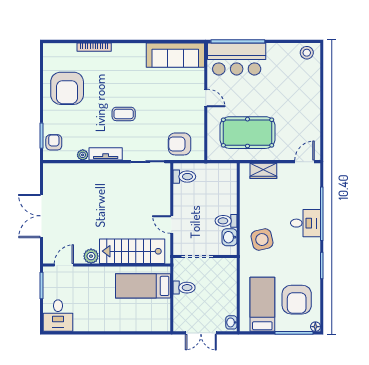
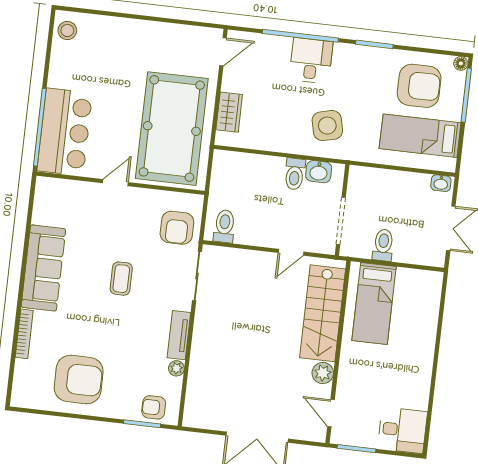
sofa: (175, 55) -> (43, 268), moved
coffee table: (124, 114) -> (121, 279), moved
pool table: (248, 133) -> (172, 129), width x1.36, depth x1.32
door: (305, 162) -> (223, 52), swing flipped

